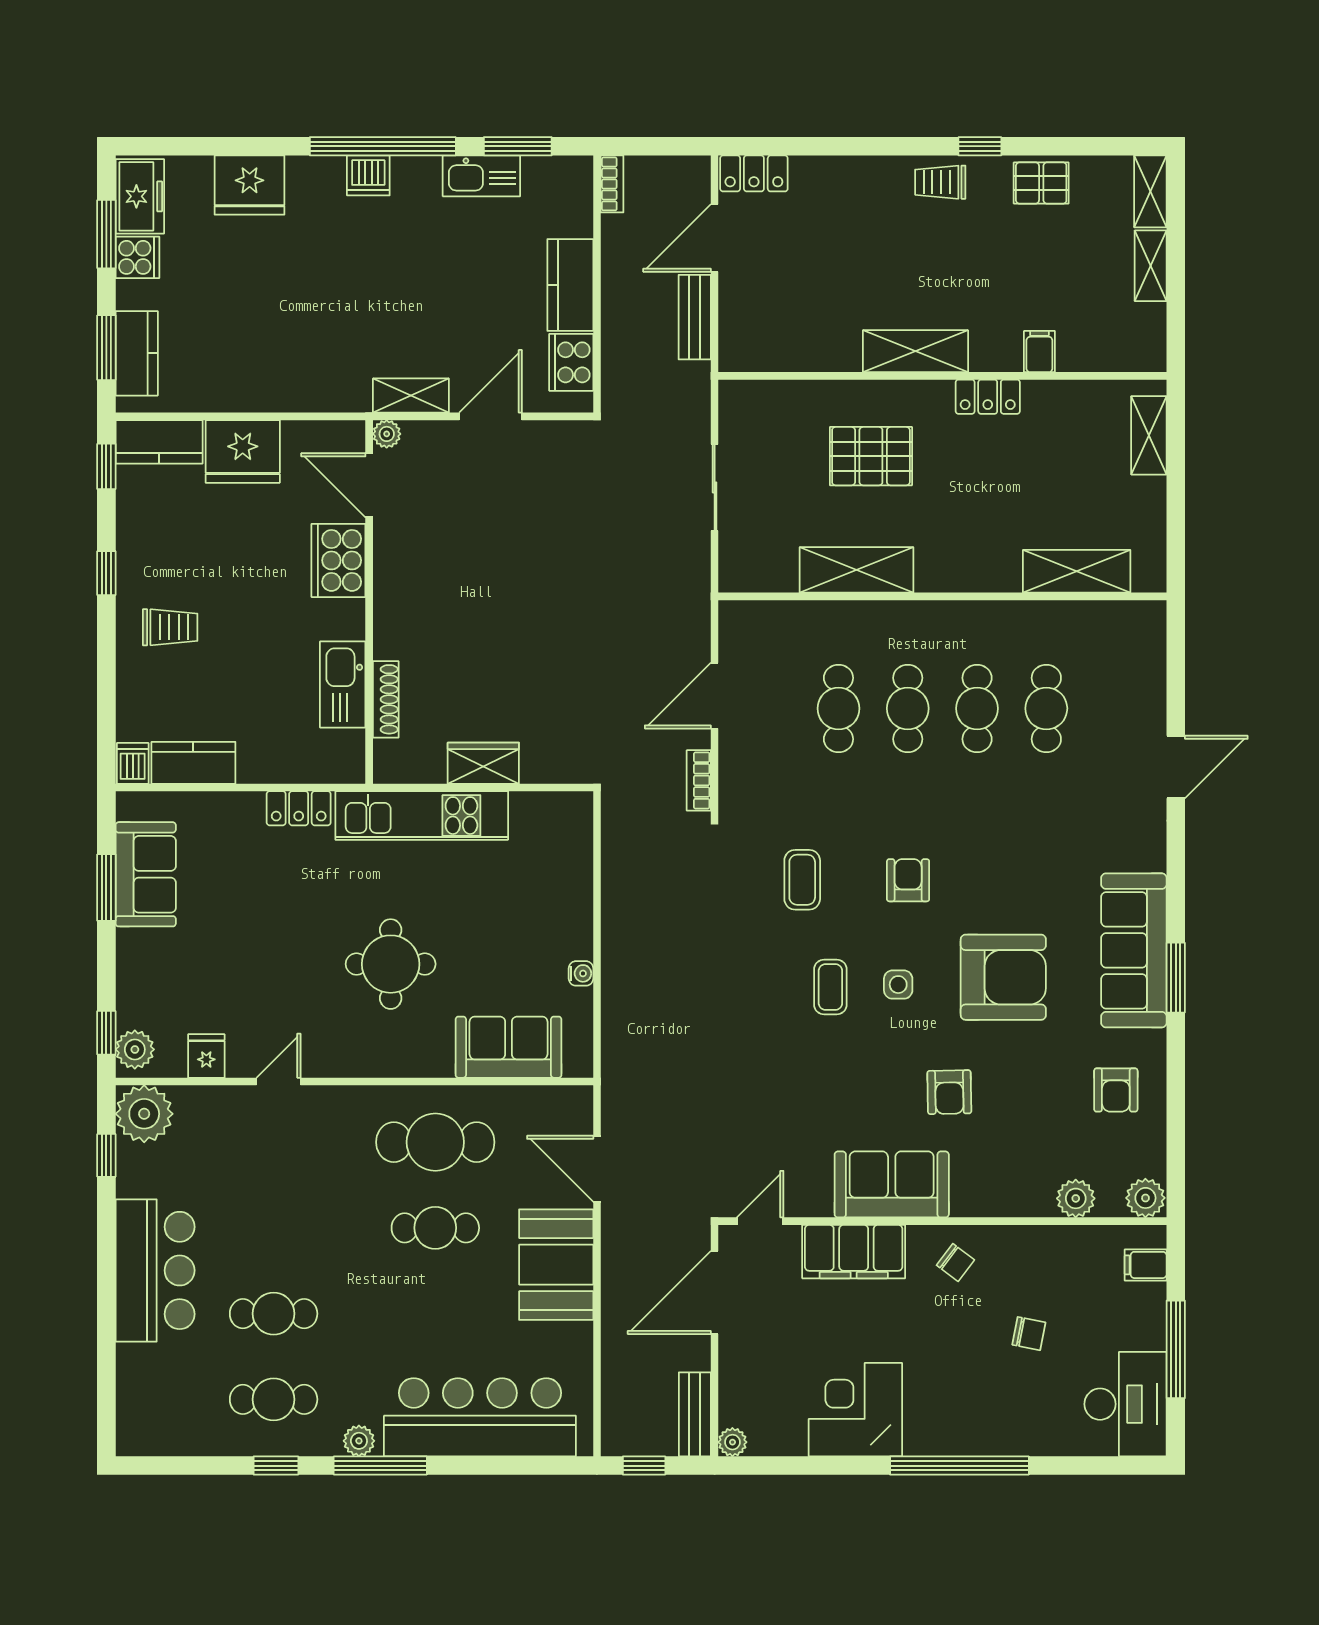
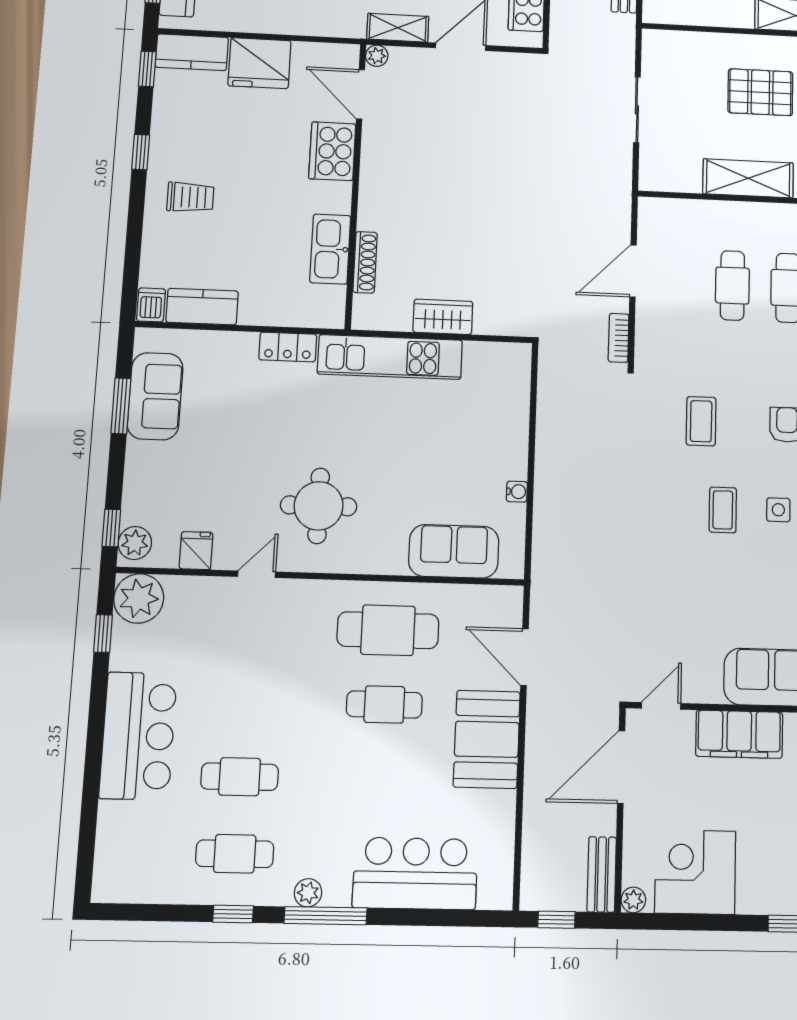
round table: (391, 964) -> (319, 506), moved
corner desk: (855, 1410) -> (695, 872), moved
bar counter: (480, 1417) -> (415, 873), width x0.73

